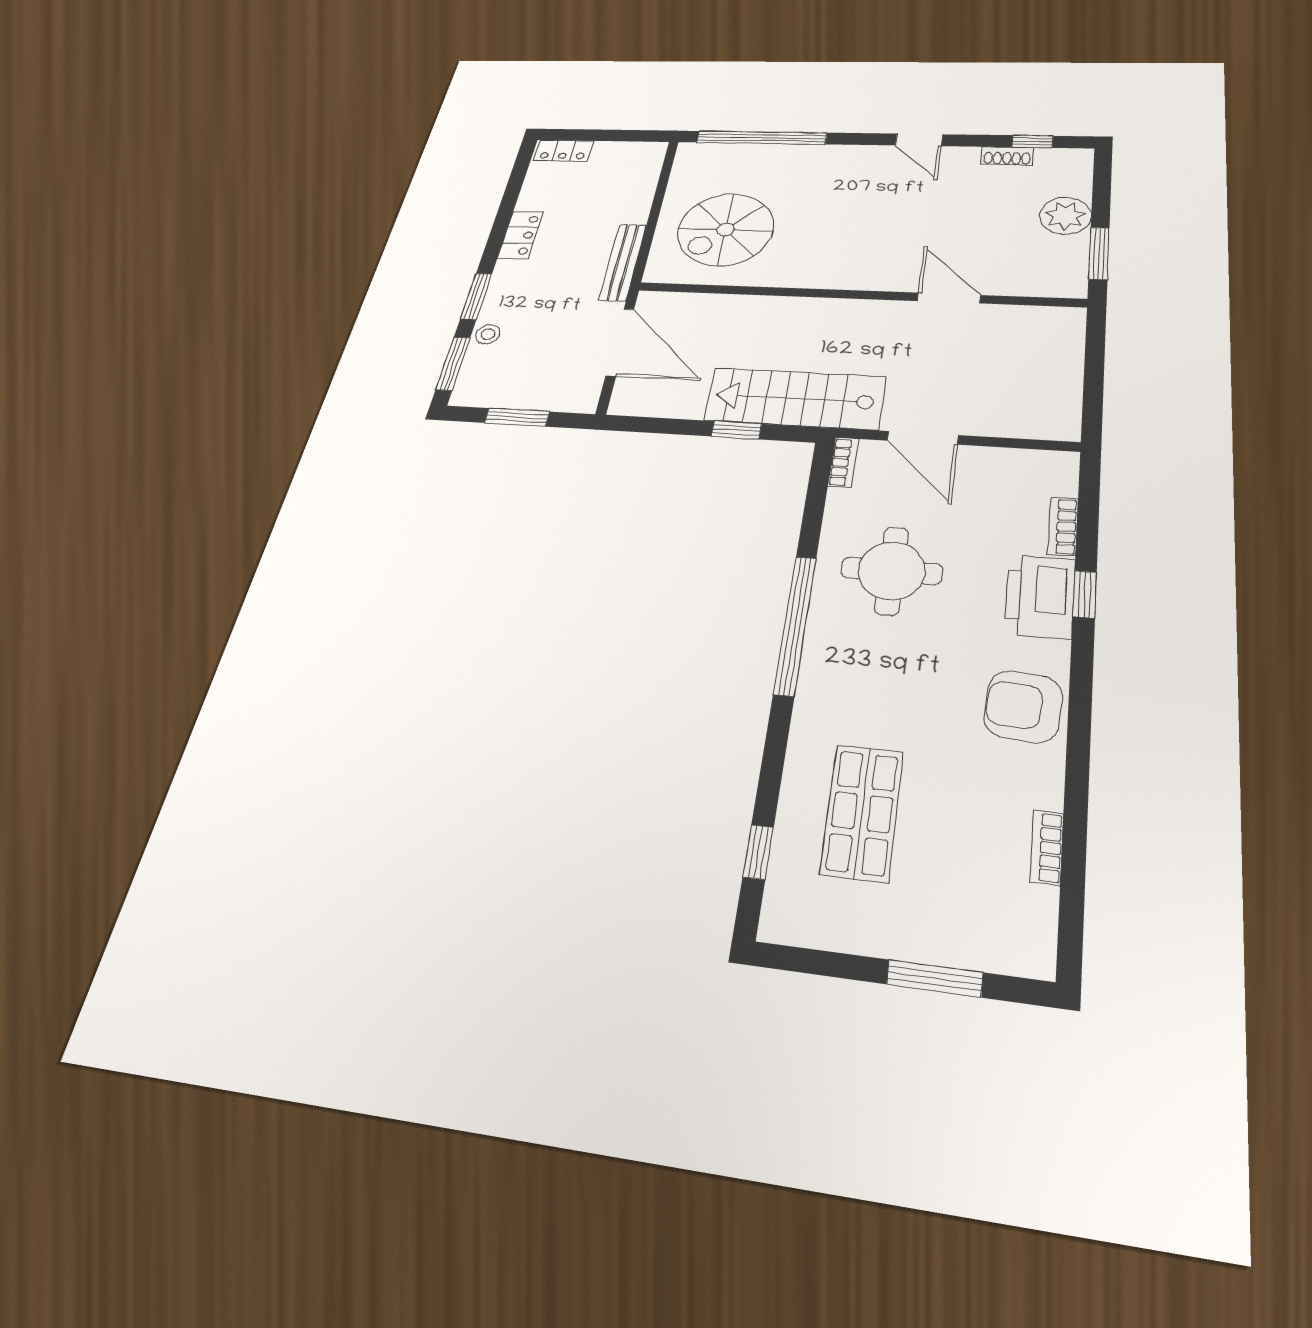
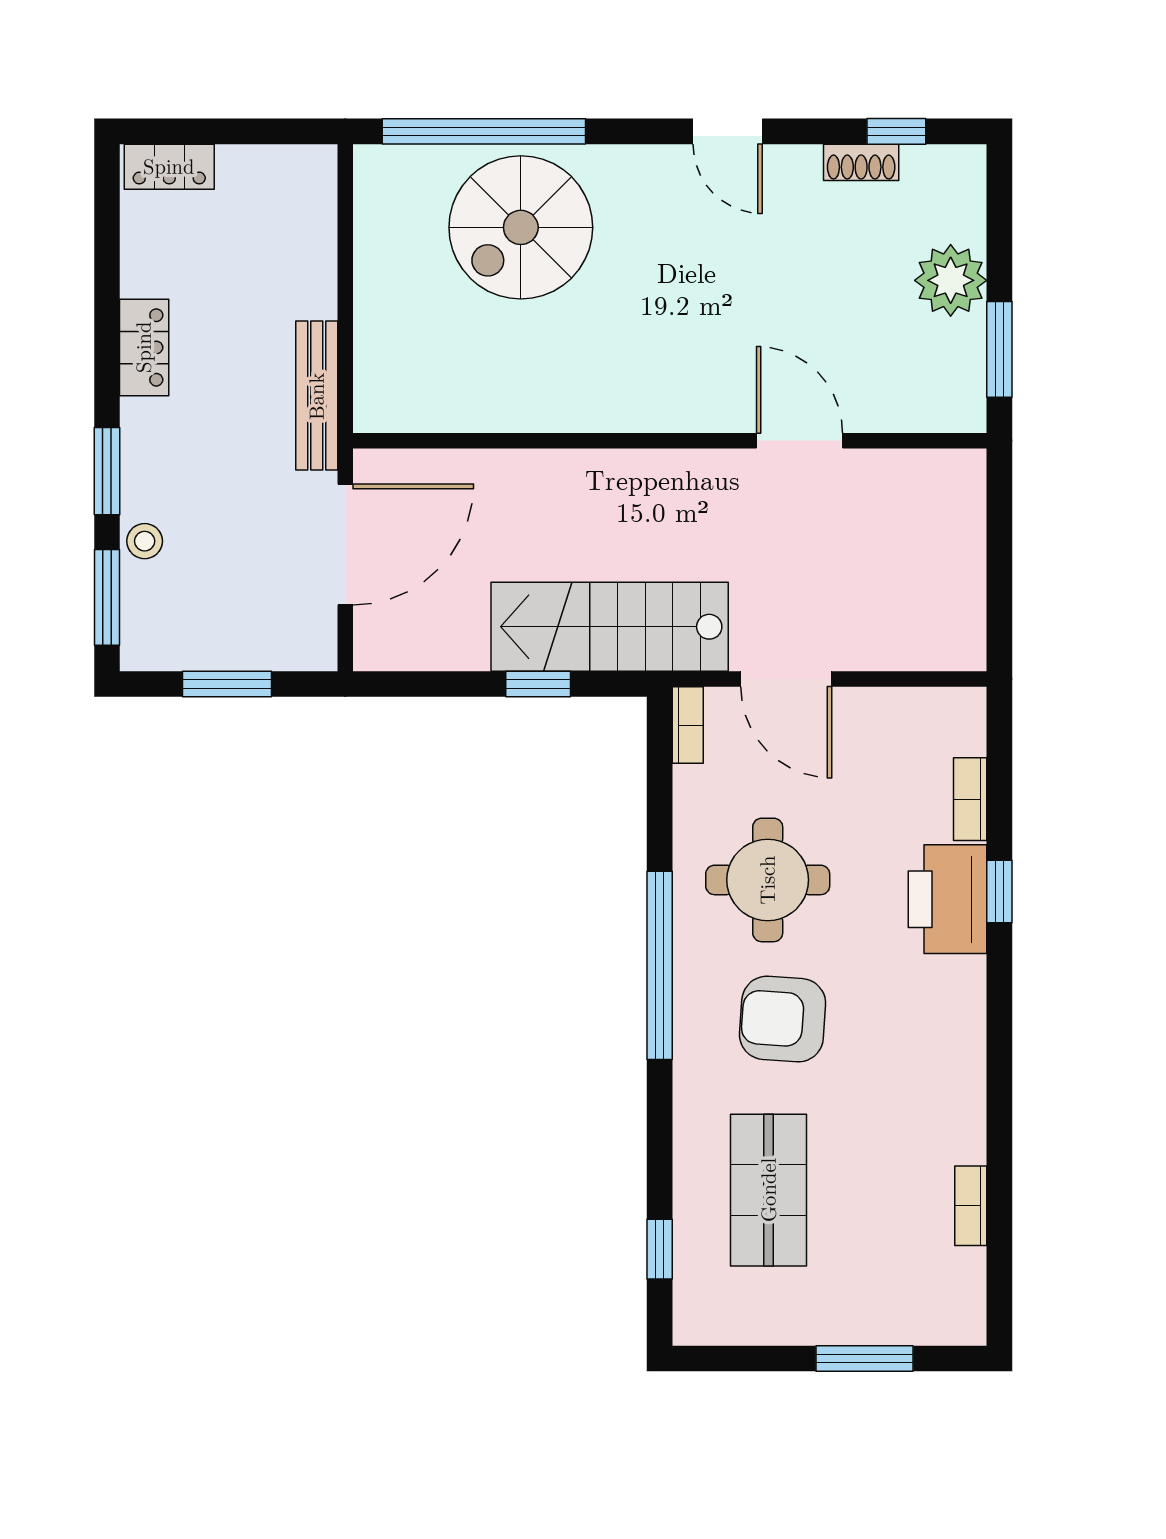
spiral stairs: (725, 230) -> (521, 227), moved
door: (620, 342) -> (345, 544), hinge flipped
armchair: (1023, 706) -> (783, 1019), moved

